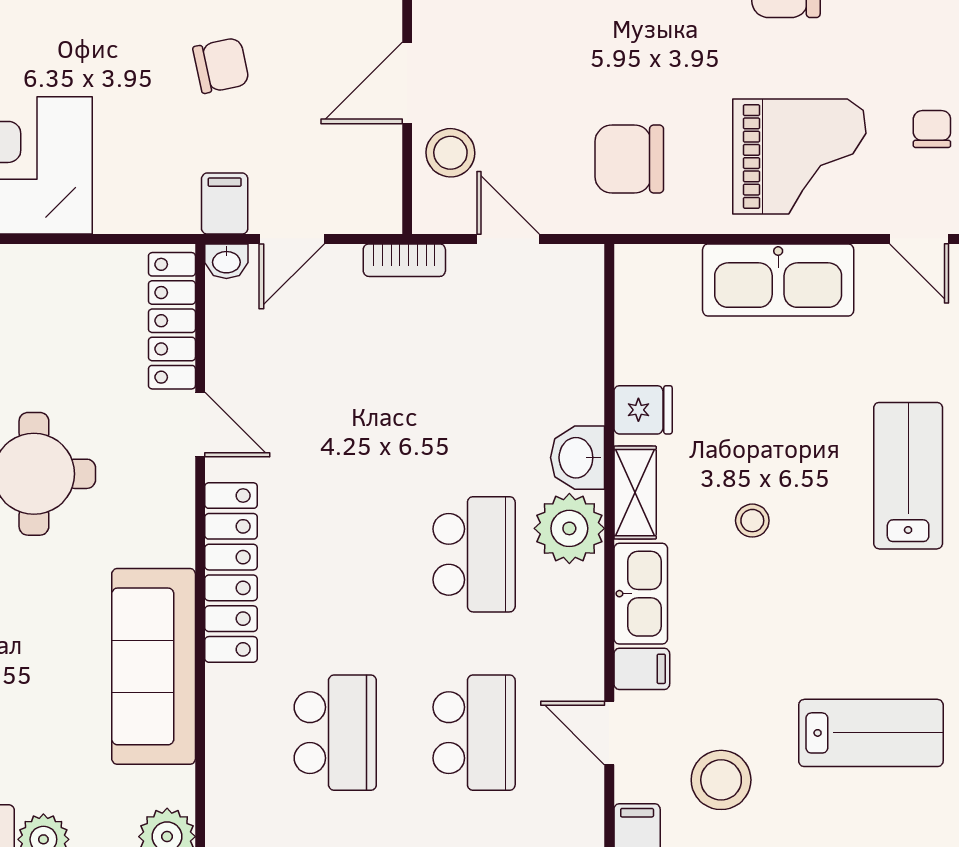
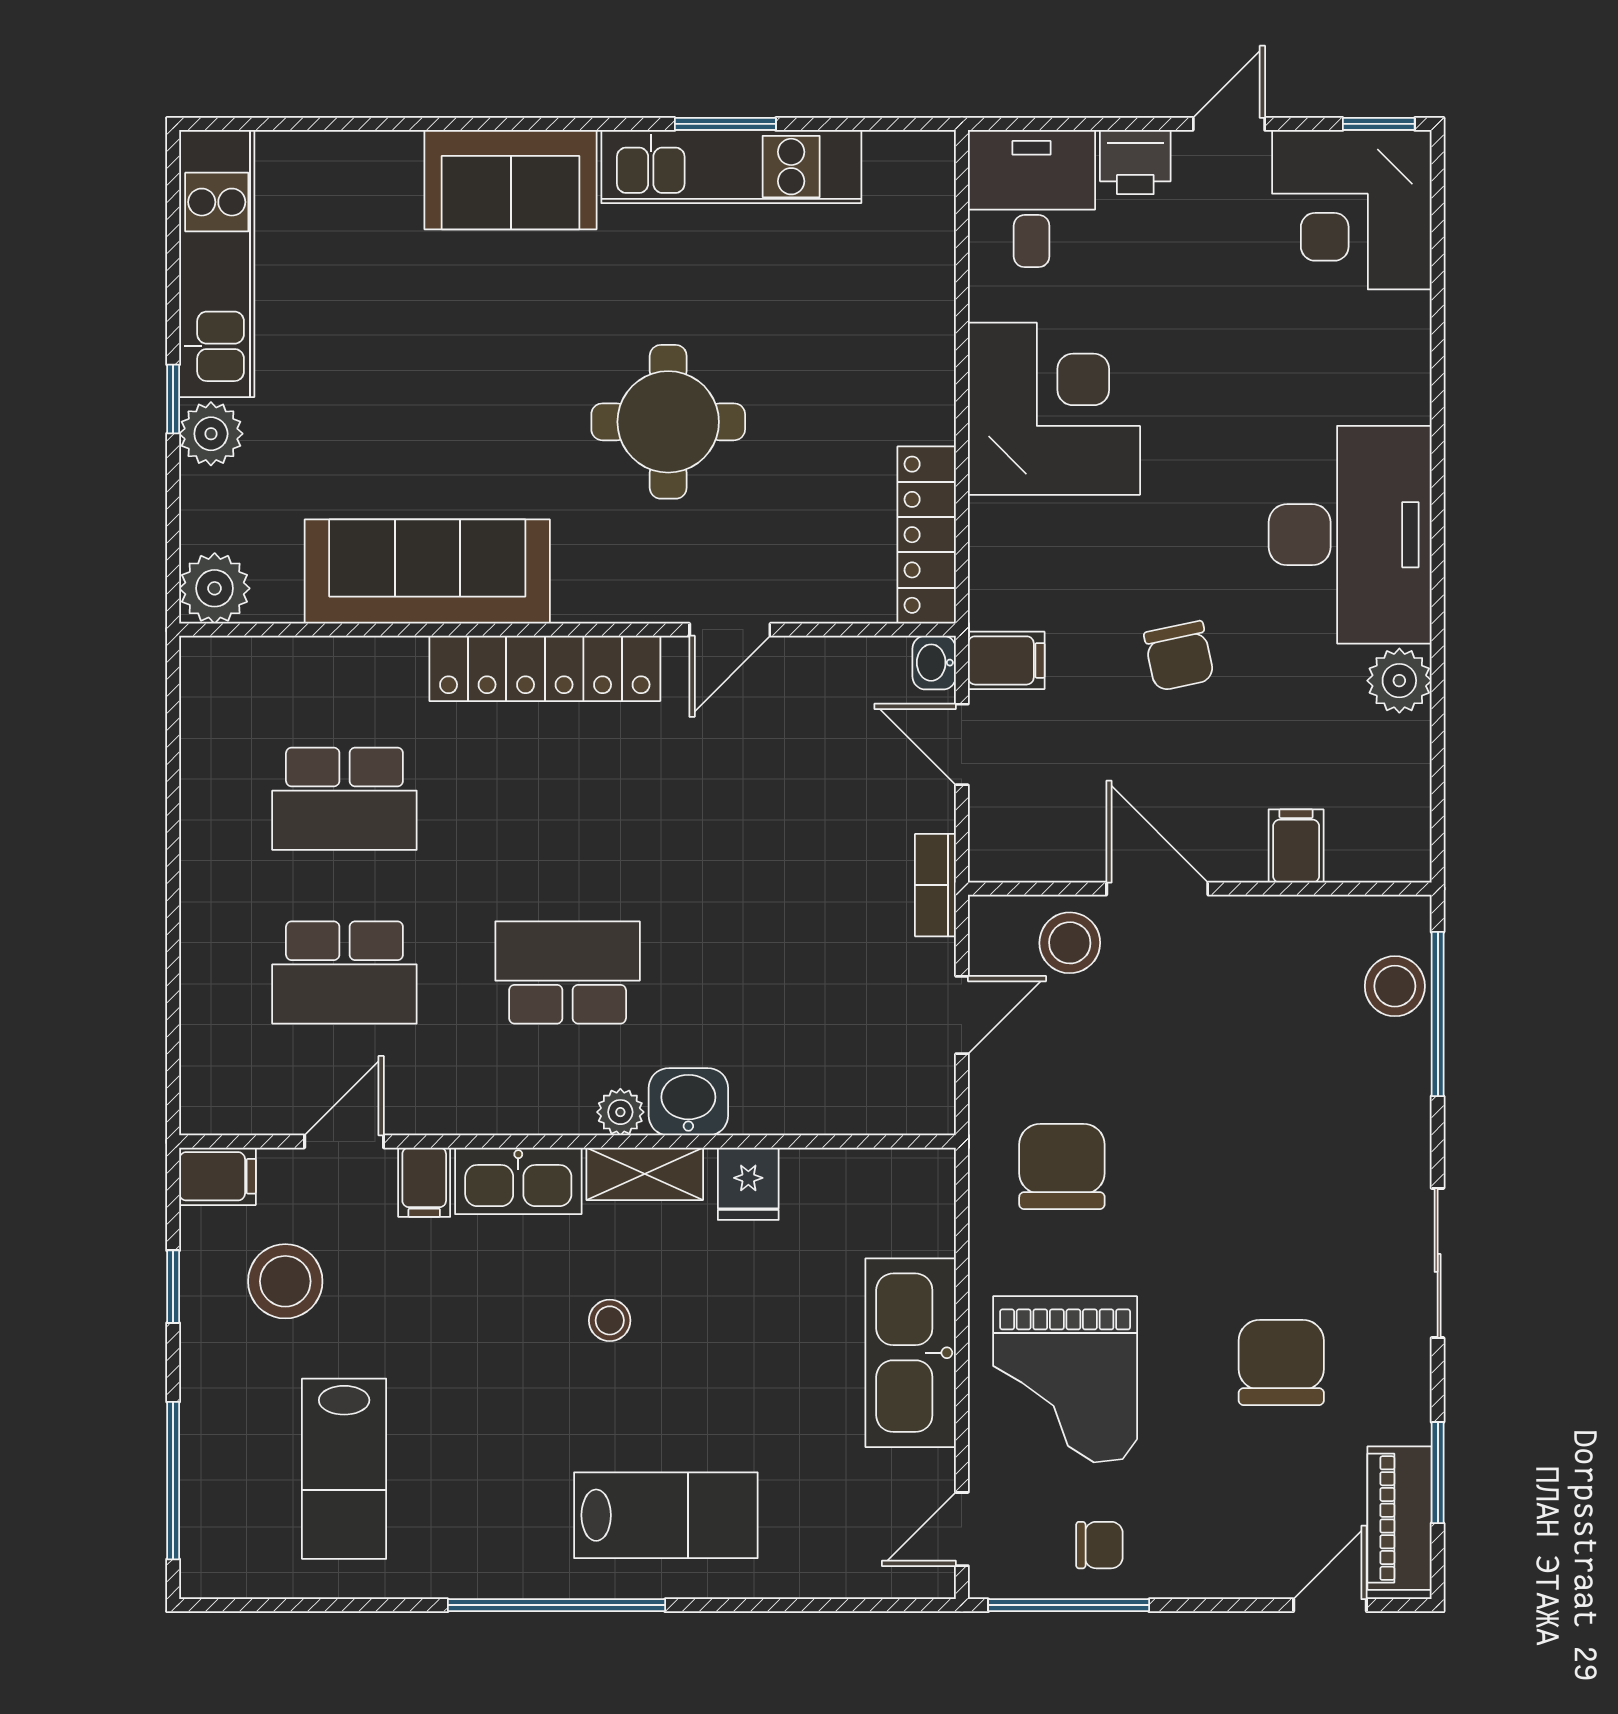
locker: (172, 321) -> (927, 535), moved, turned -90
plant: (569, 528) -> (620, 1112), width x0.53, depth x0.53
school desk: (474, 554) -> (568, 972), turned 180

